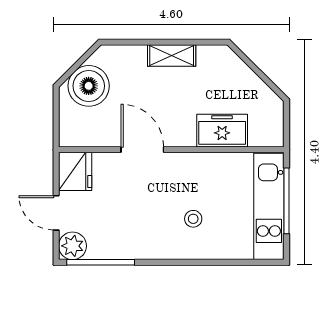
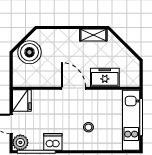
shelving: (172, 55) -> (93, 35), moved
door: (142, 150) -> (73, 88), moved
dishwasher: (130, 245) -> (53, 142), added

